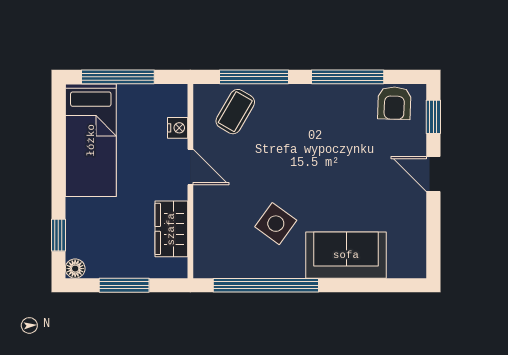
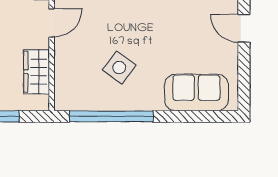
door: (190, 167) -> (52, 23), hinge flipped
sofa: (346, 255) -> (196, 92), moved

